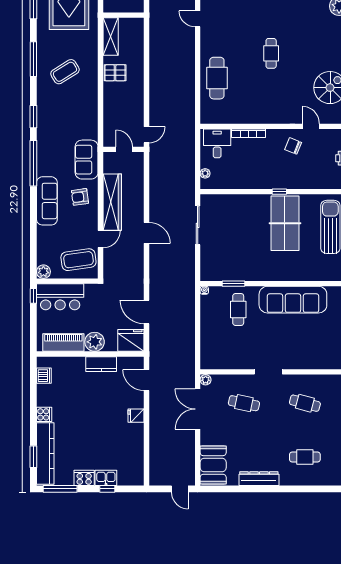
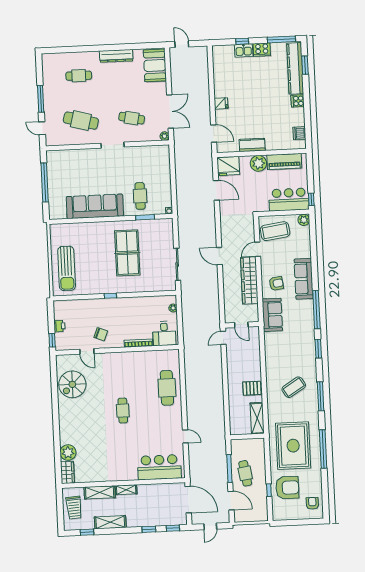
table tennis table: (285, 223) -> (127, 253), moved
cafe table: (305, 403) -> (81, 121), width x1.37, depth x1.35

